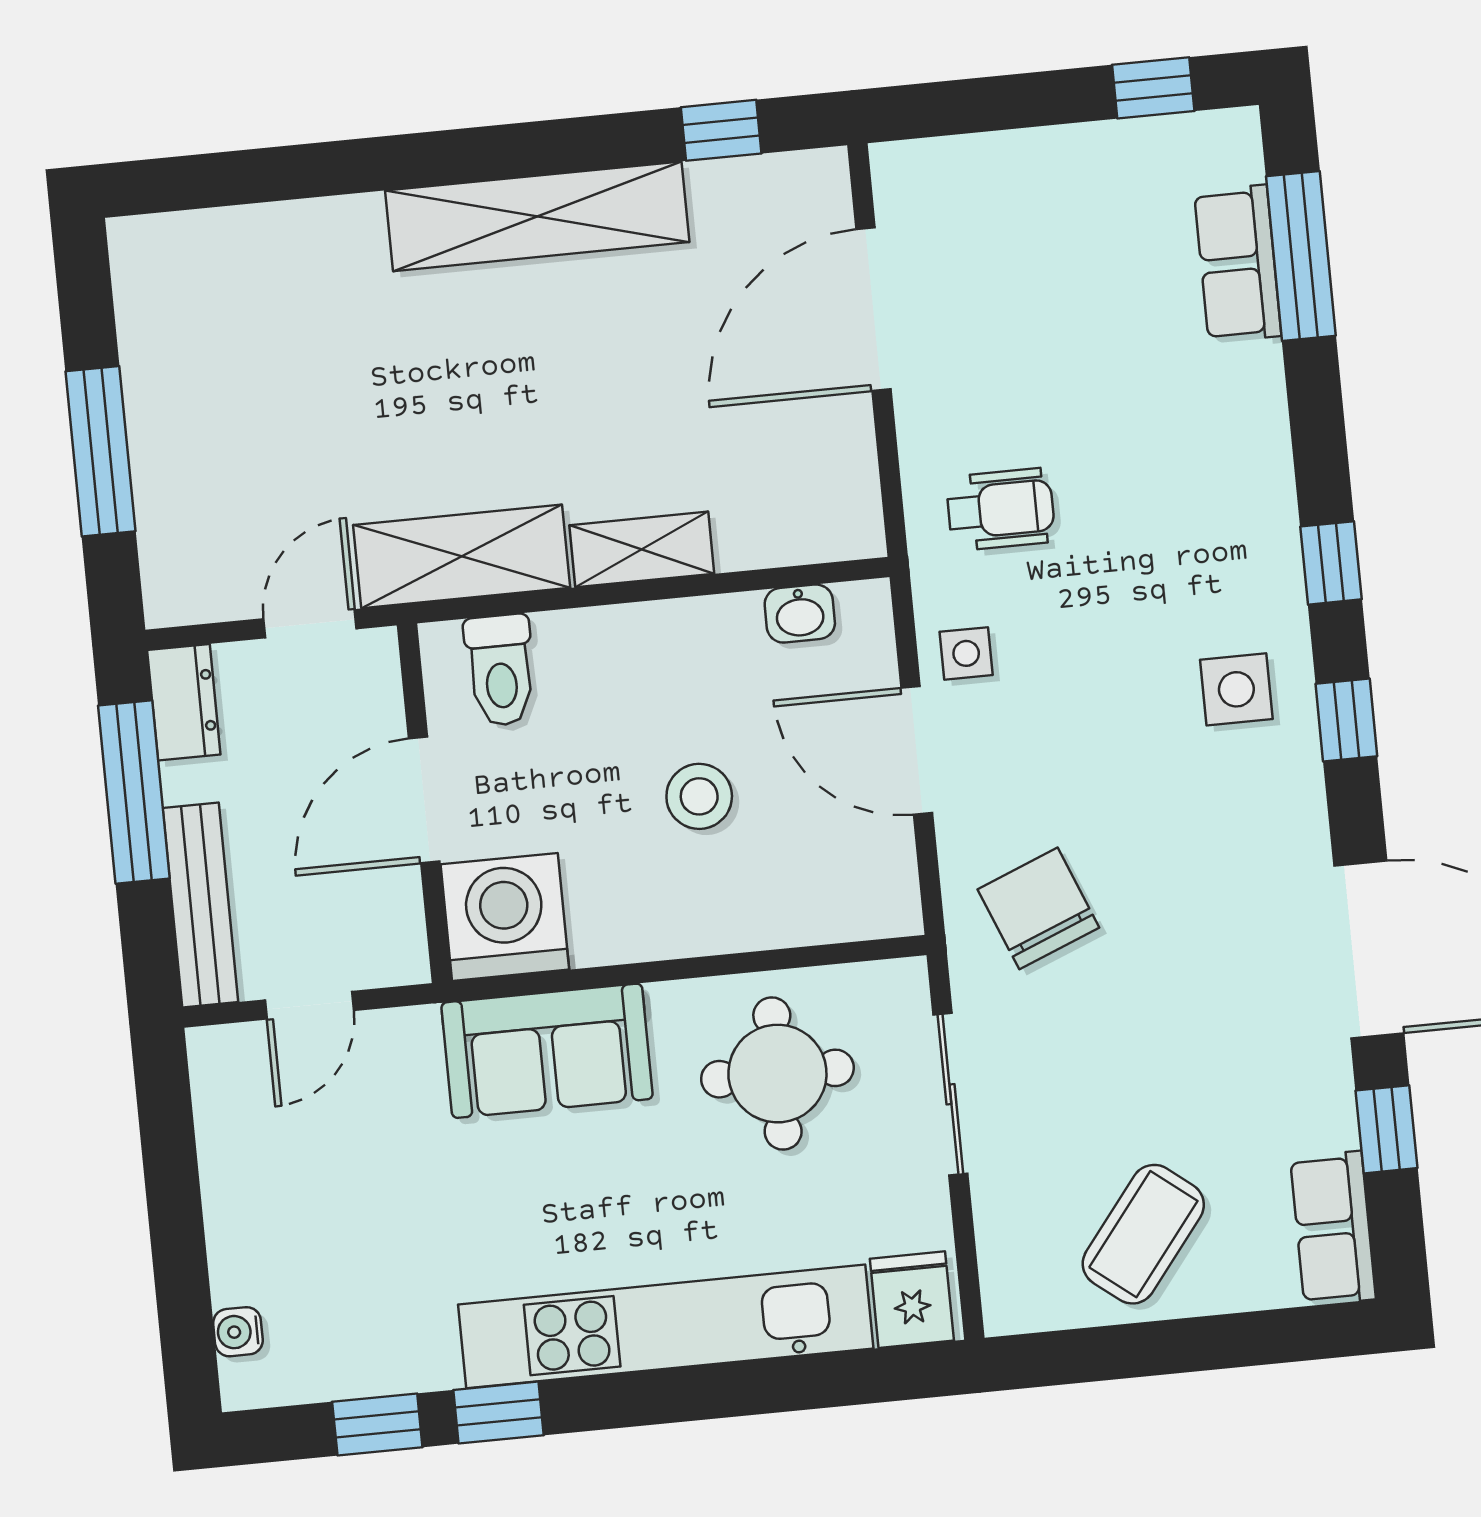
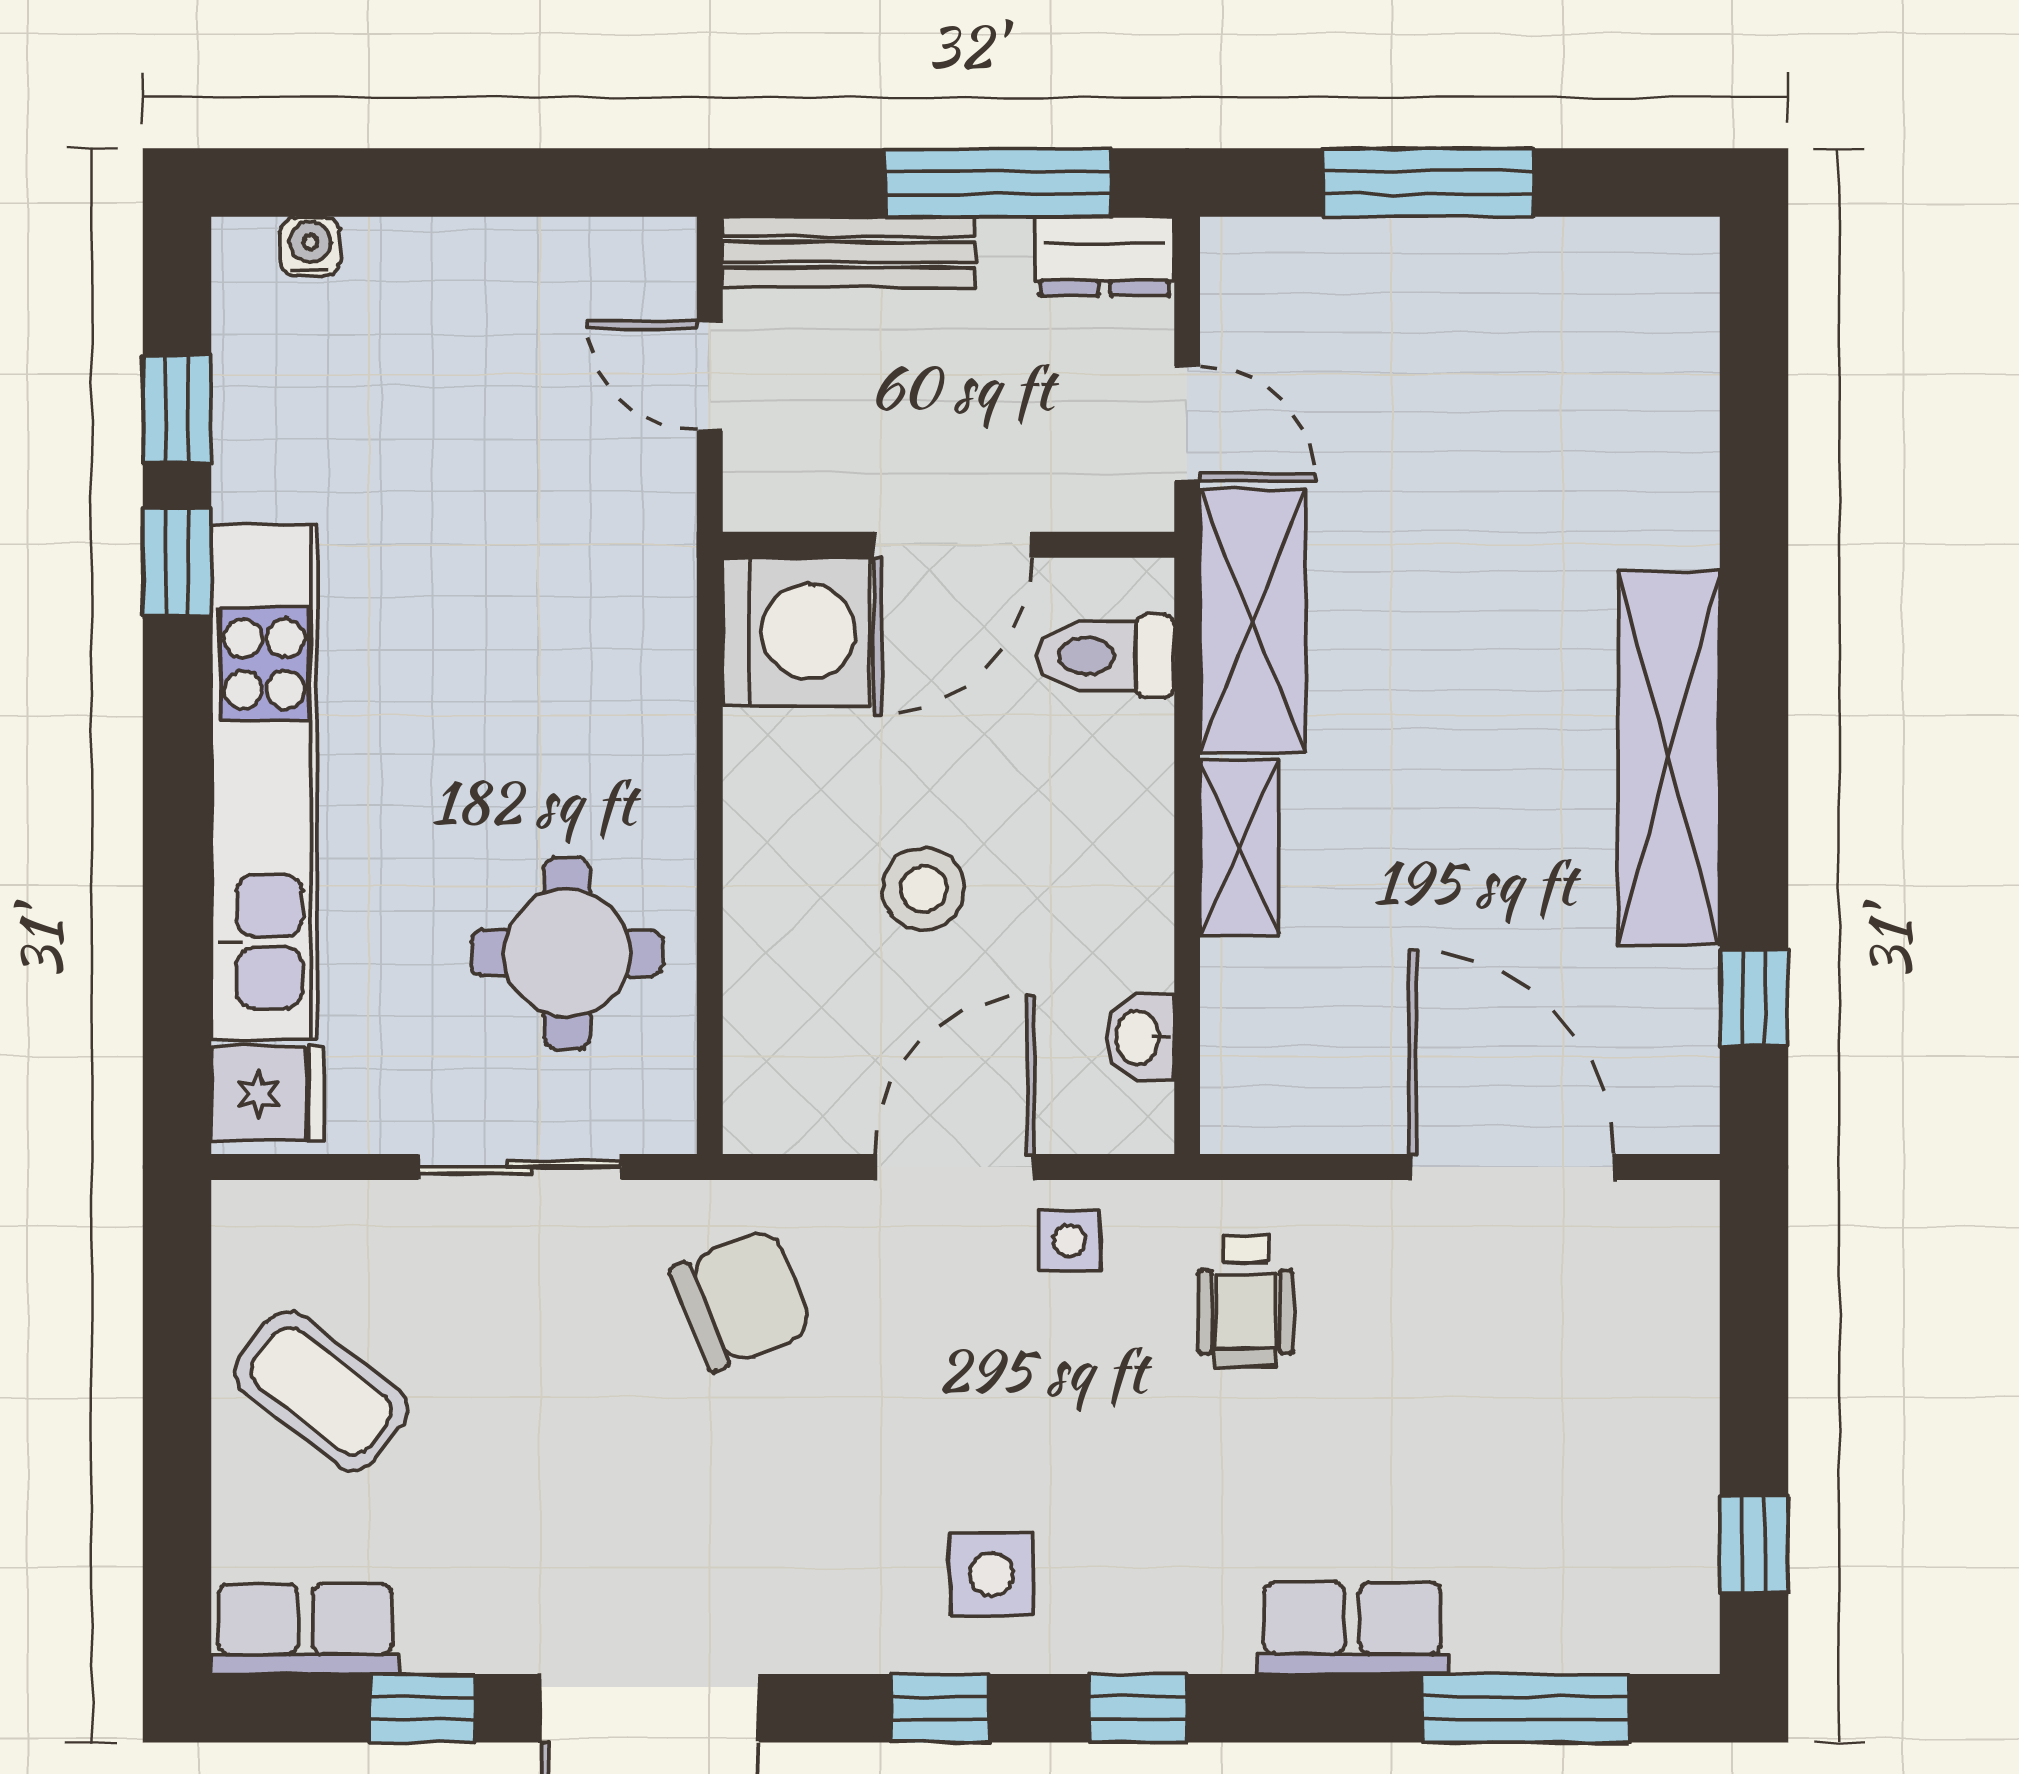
row of seats: (1238, 264) -> (1352, 1628), moved
door: (424, 800) -> (952, 545), swing flipped
sofa: (547, 1051) -> (624, 668), removed

